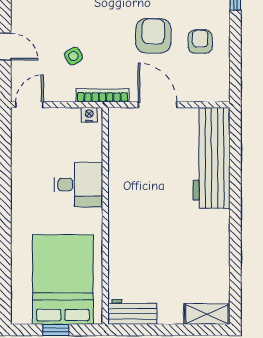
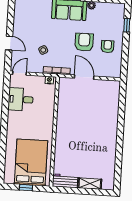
workbench: (212, 158) -> (110, 106), removed
desk: (78, 184) -> (21, 99), moved, turned 180
shelving: (207, 314) -> (90, 184), moved

